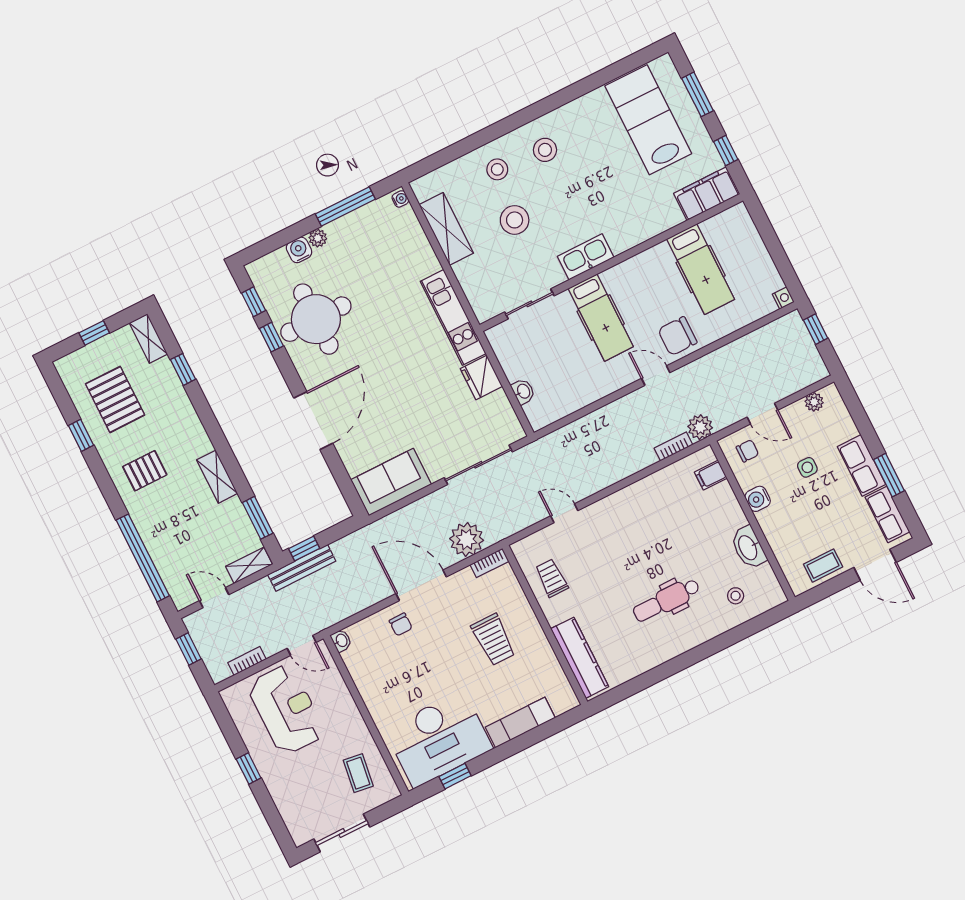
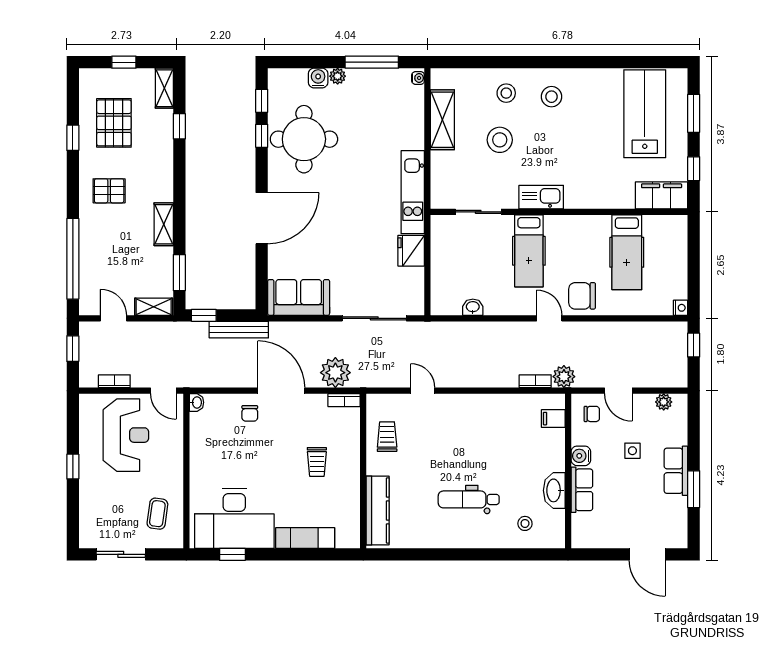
washbasin: (523, 391) -> (473, 307), moved, turned -90
row of seats: (887, 514) -> (582, 490), moved, turned 180
coffee table: (823, 566) -> (606, 534), removed
bench: (302, 568) -> (239, 330), moved
trolley: (493, 640) -> (317, 462), width x0.73, depth x0.72

